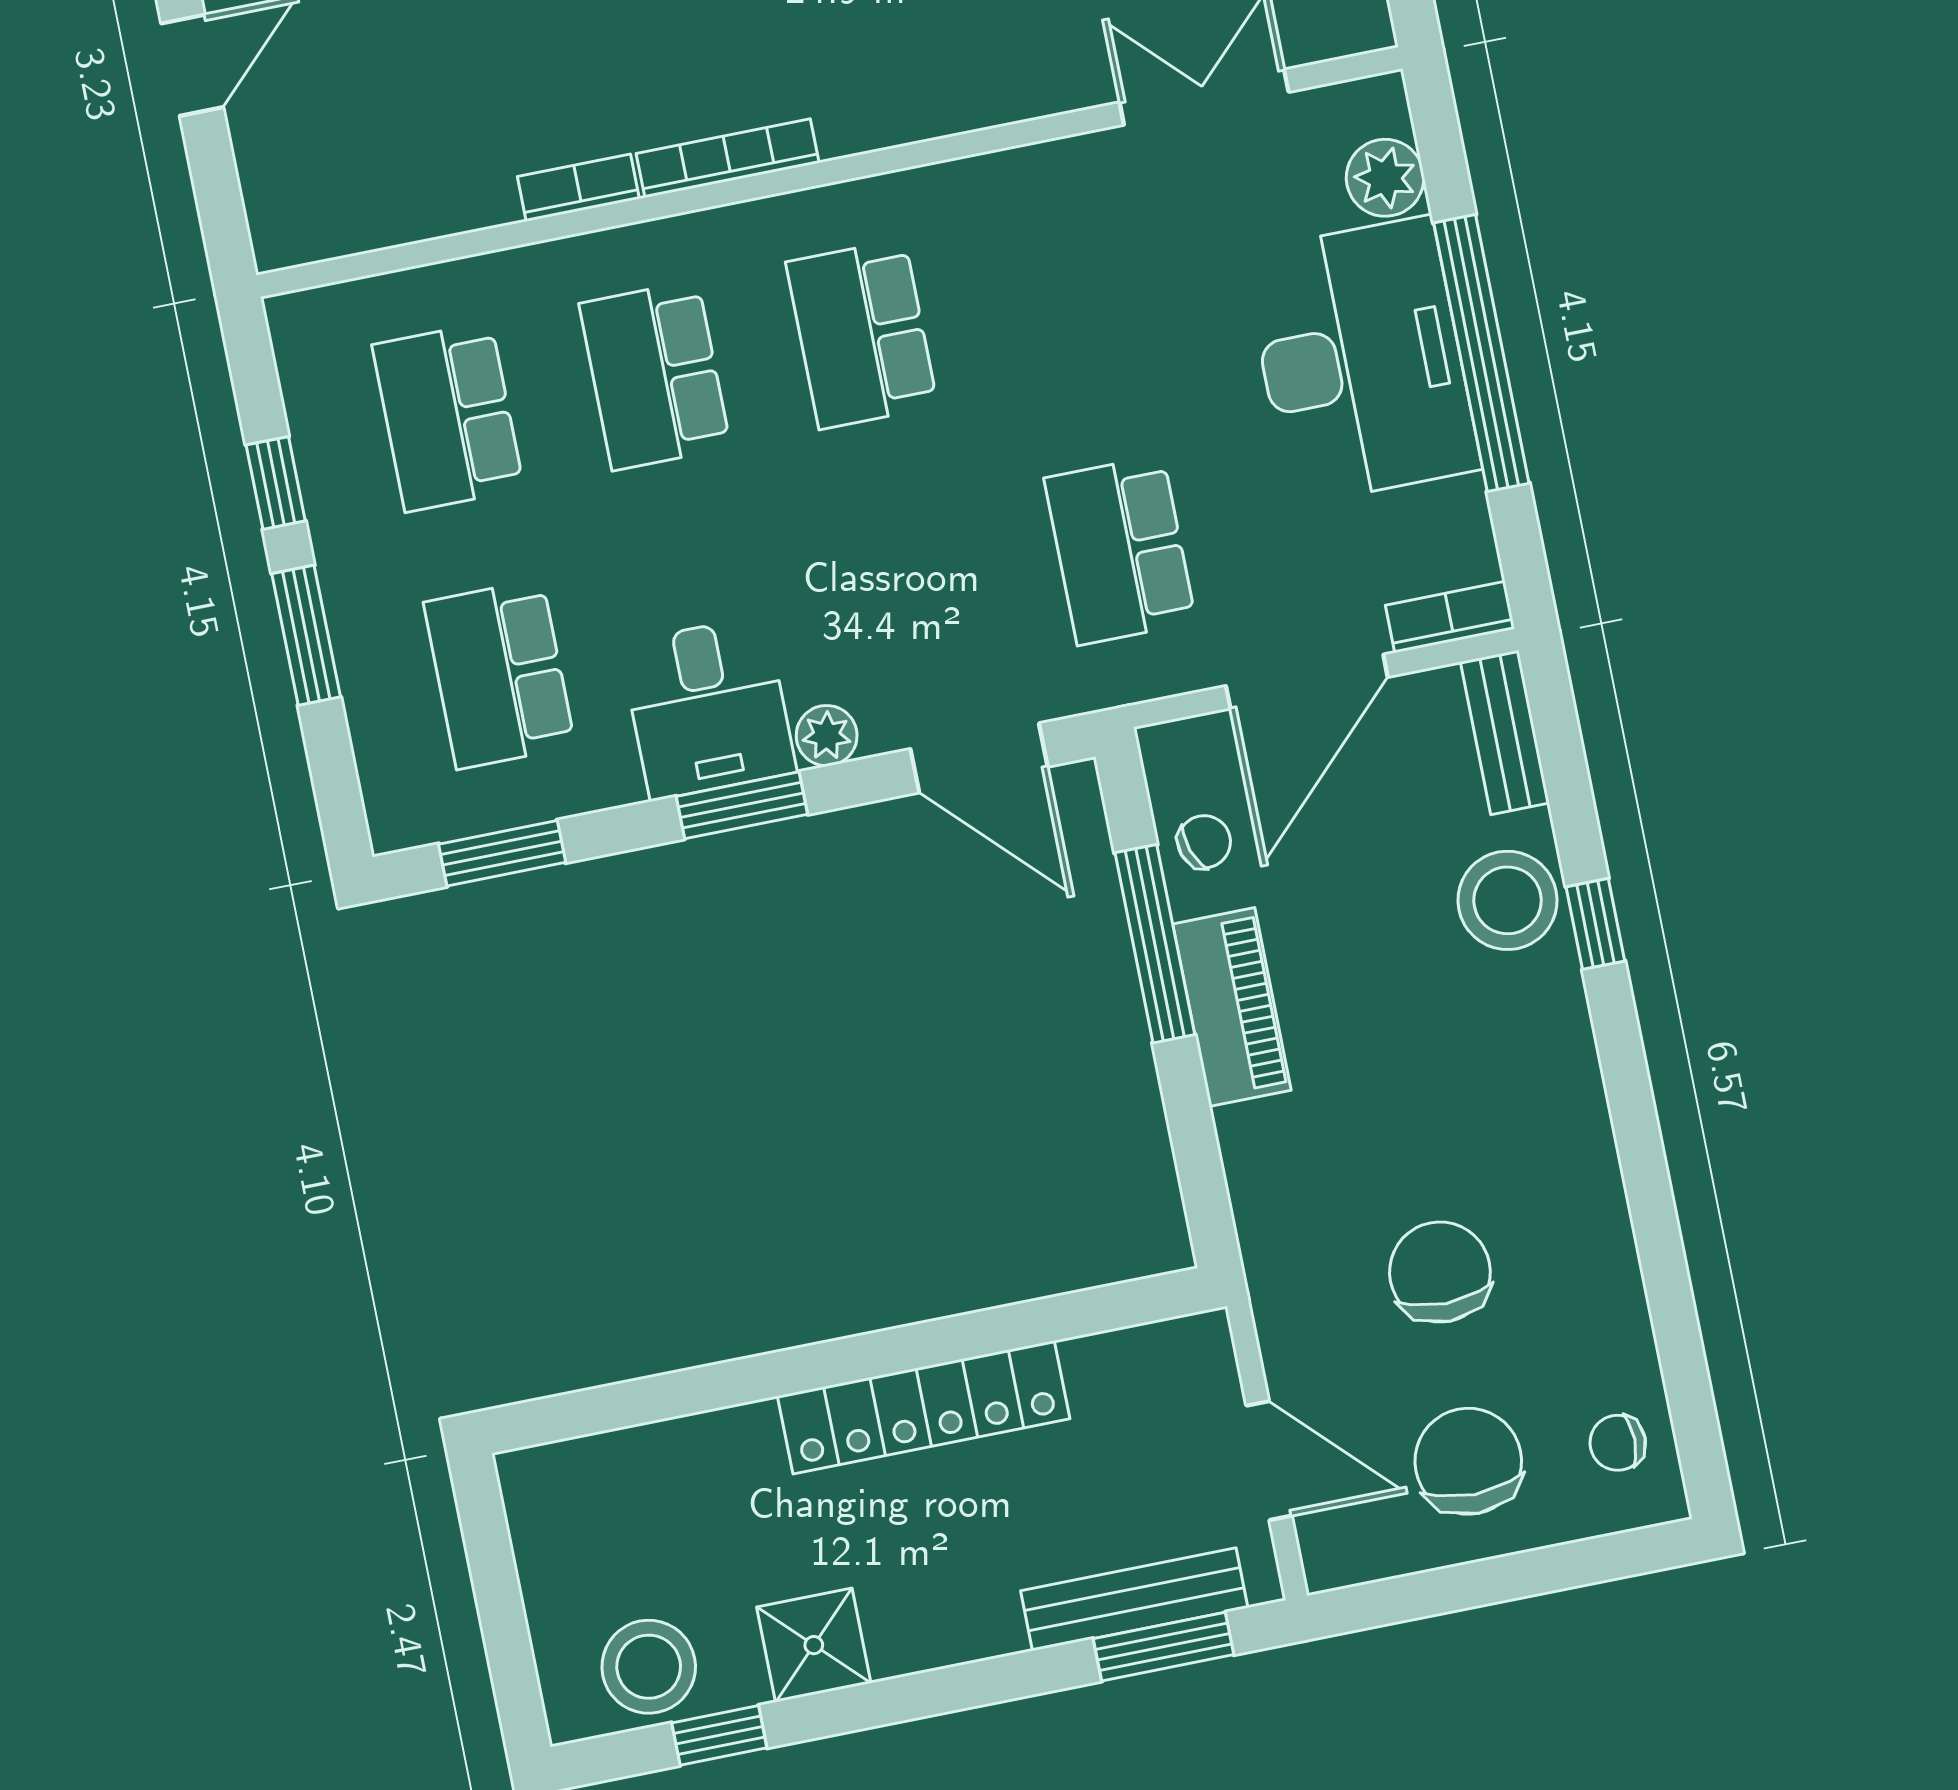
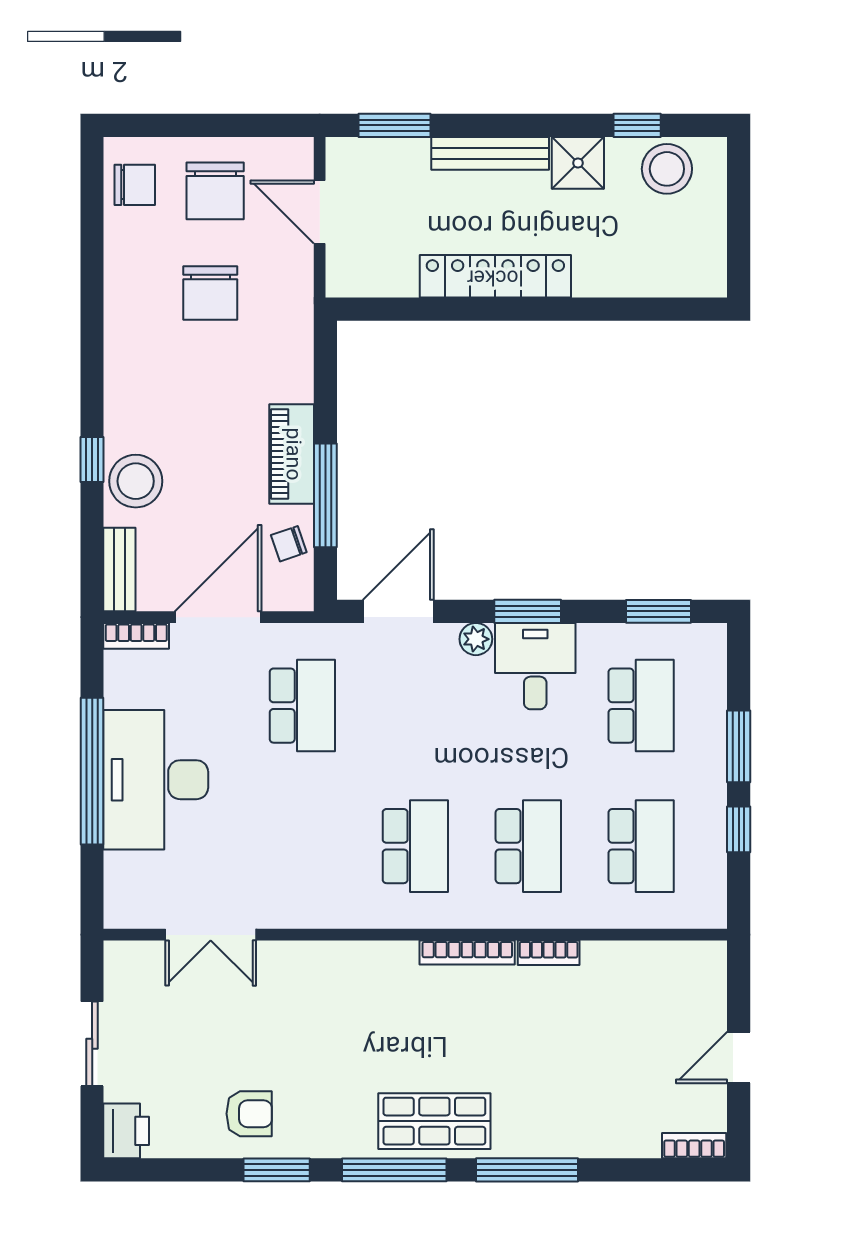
plant: (1385, 178) -> (124, 873), removed
door: (979, 758) -> (398, 611), hinge flipped
chair: (1618, 1443) -> (135, 185), width x1.37, depth x1.37
bench: (1134, 1599) -> (490, 153), moved

